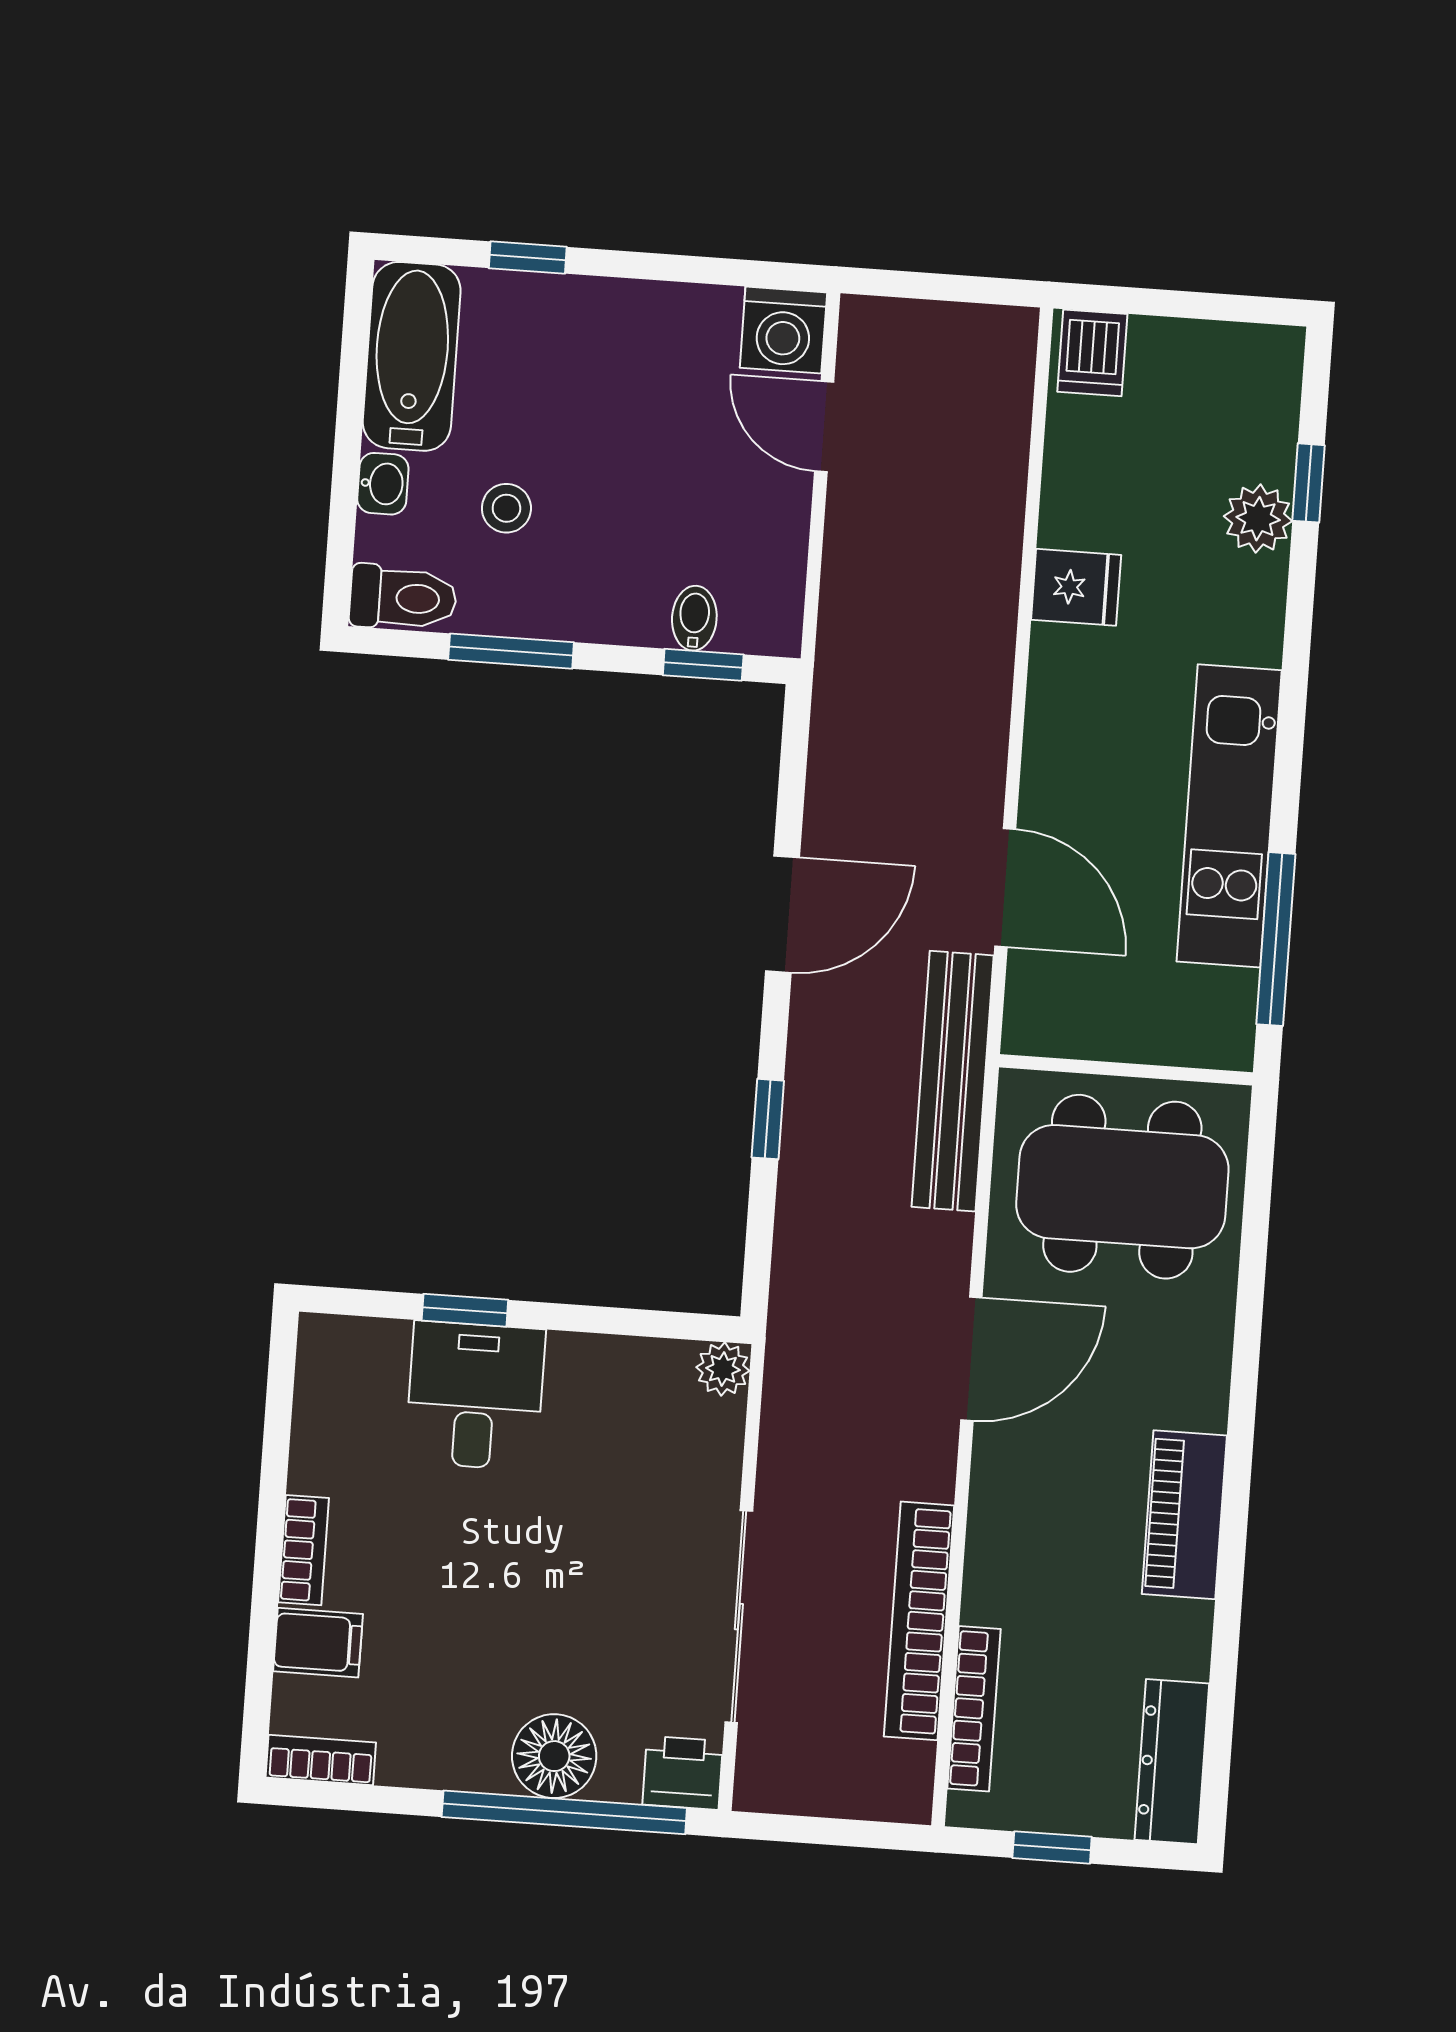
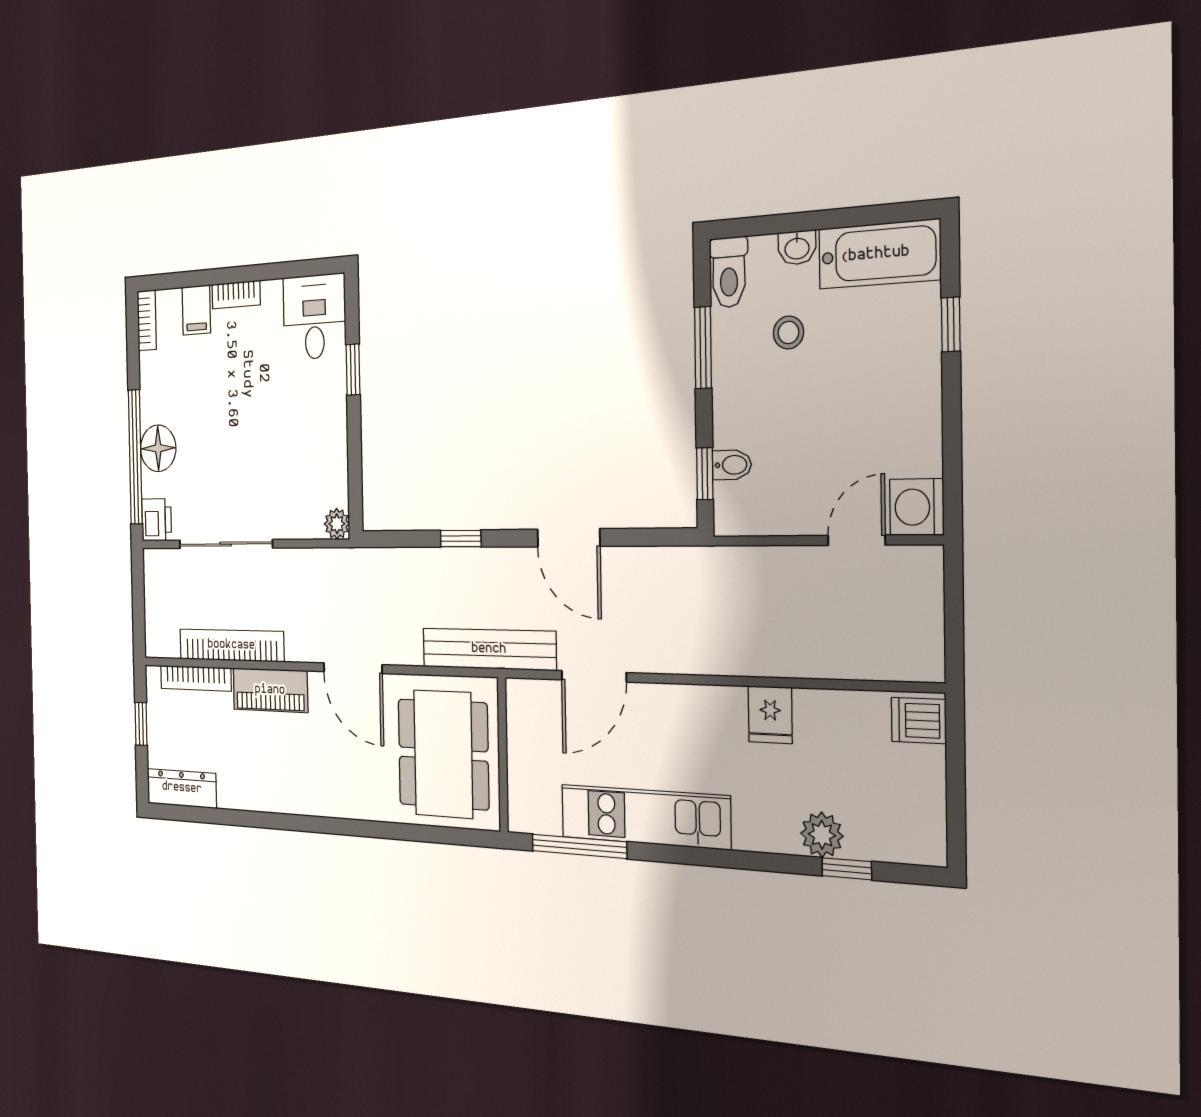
desk: (475, 1396) -> (314, 317), moved, turned -90
piano: (1184, 1515) -> (270, 690), moved, turned 180

